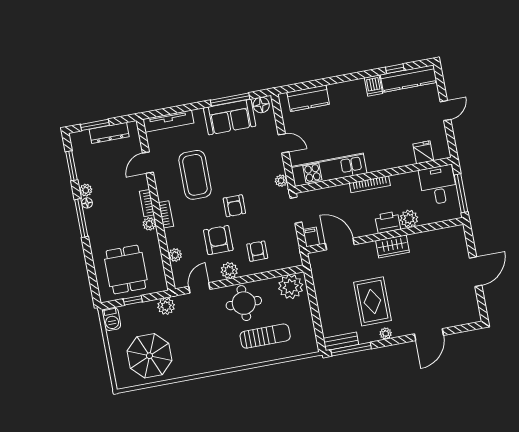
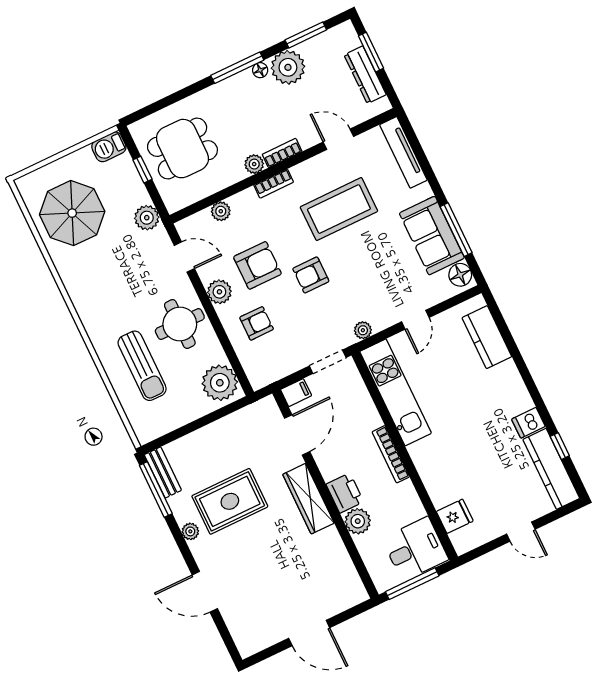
plant: (86, 190) -> (288, 67), width x1.87, depth x1.87
wardrobe: (392, 246) -> (308, 499), width x1.50

